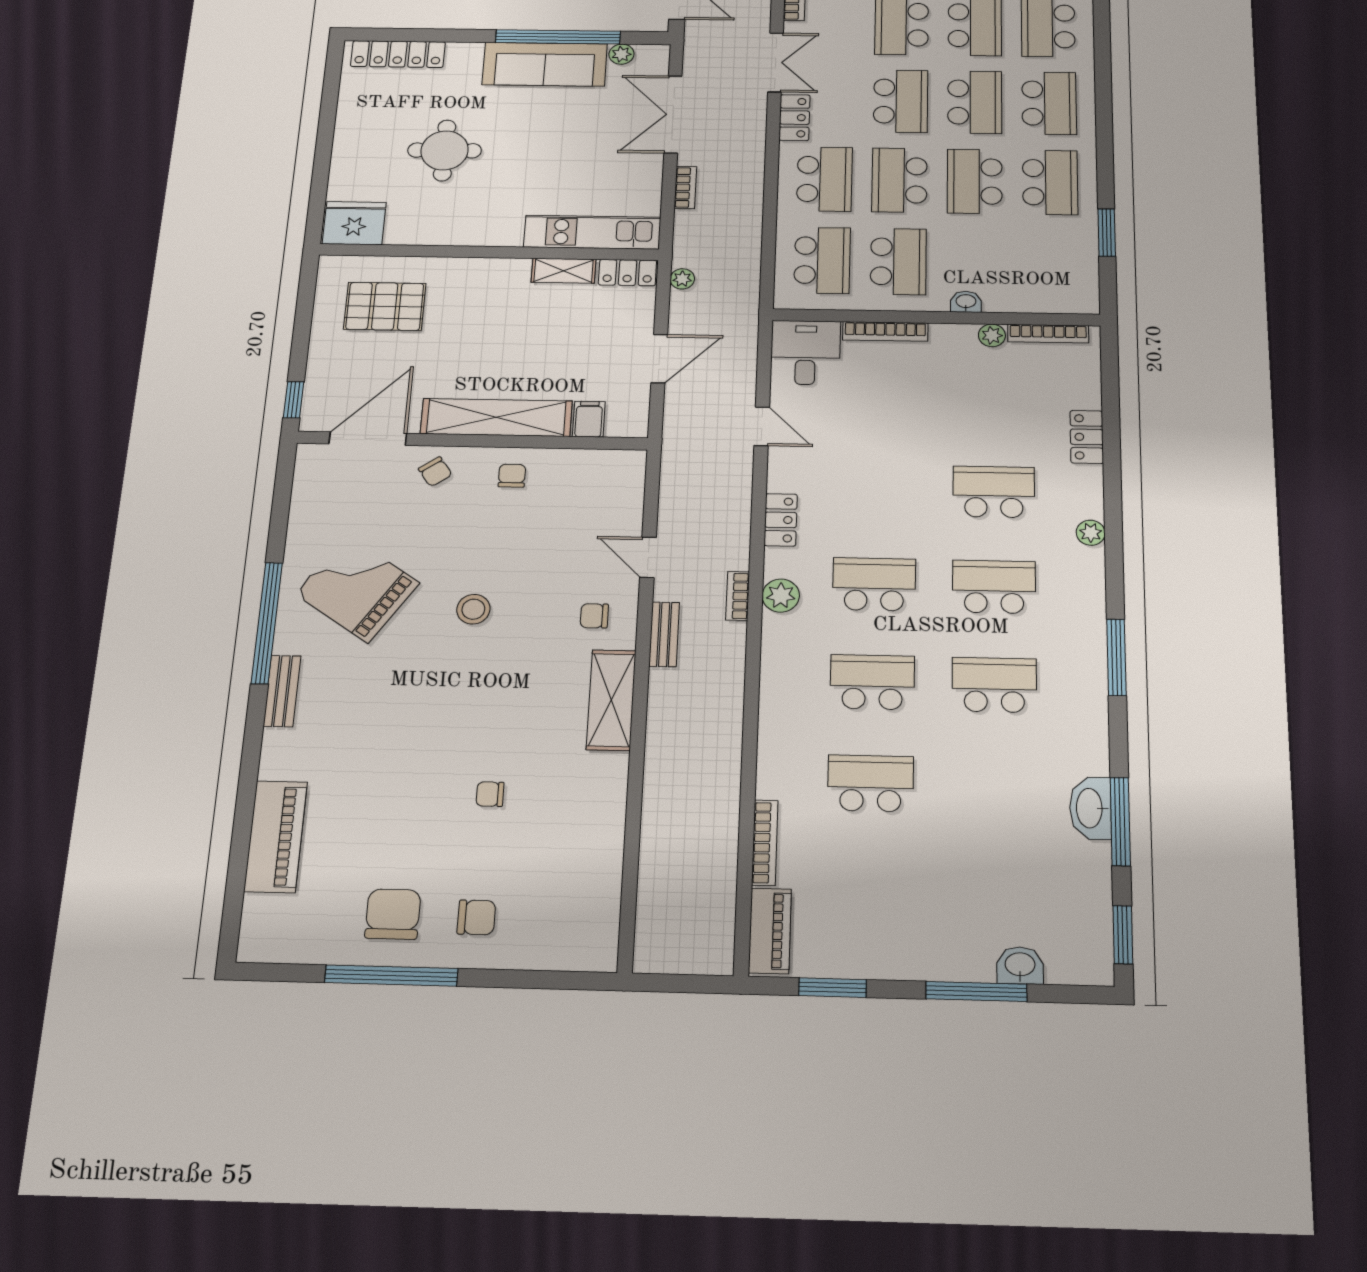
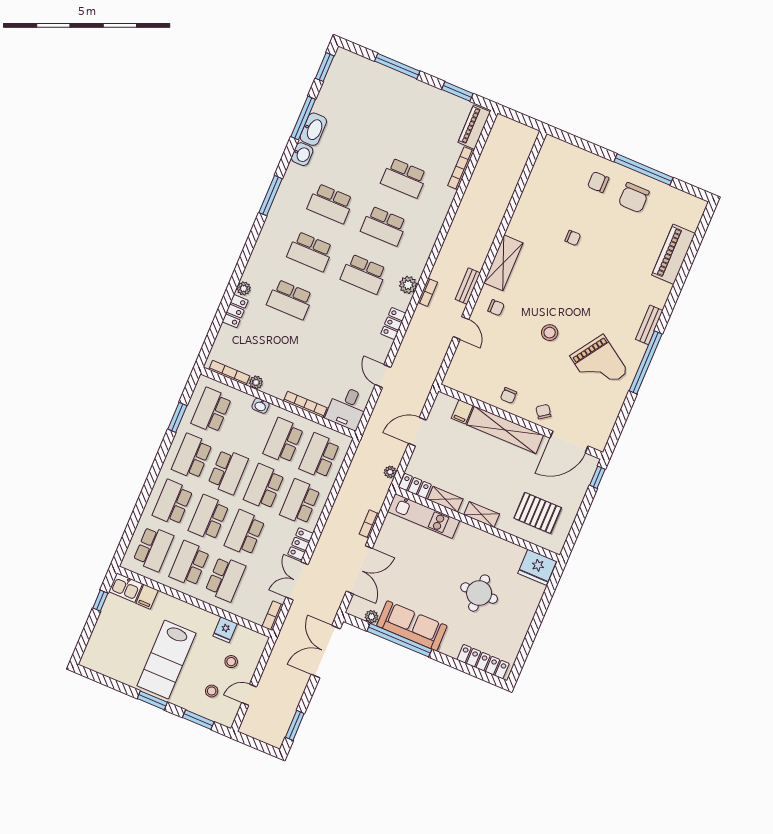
school desk: (899, 180) -> (264, 487), turned 180
school desk: (1051, 264) -> (211, 410), added
shelving: (487, 270) -> (482, 514), added
plant: (1091, 533) -> (244, 288), moved
washbasin: (1020, 965) -> (302, 154), moved, turned -90

